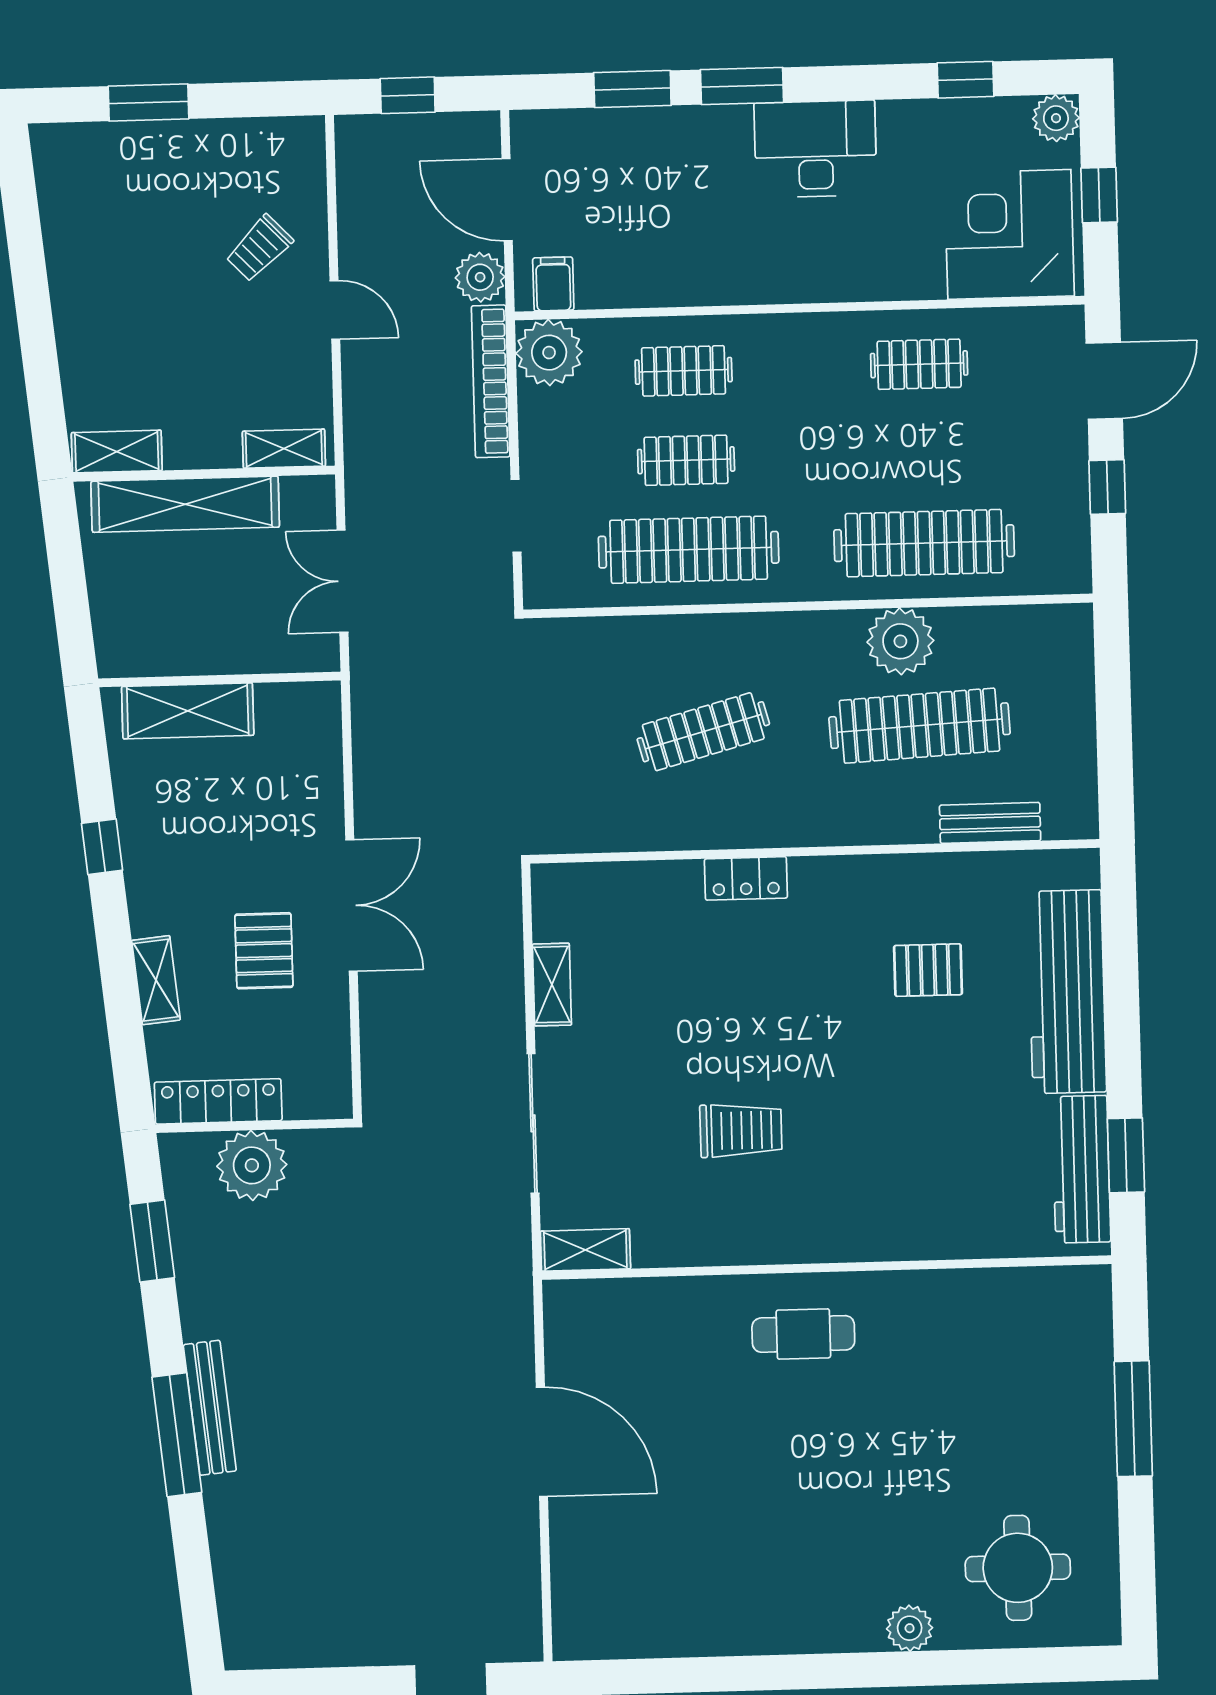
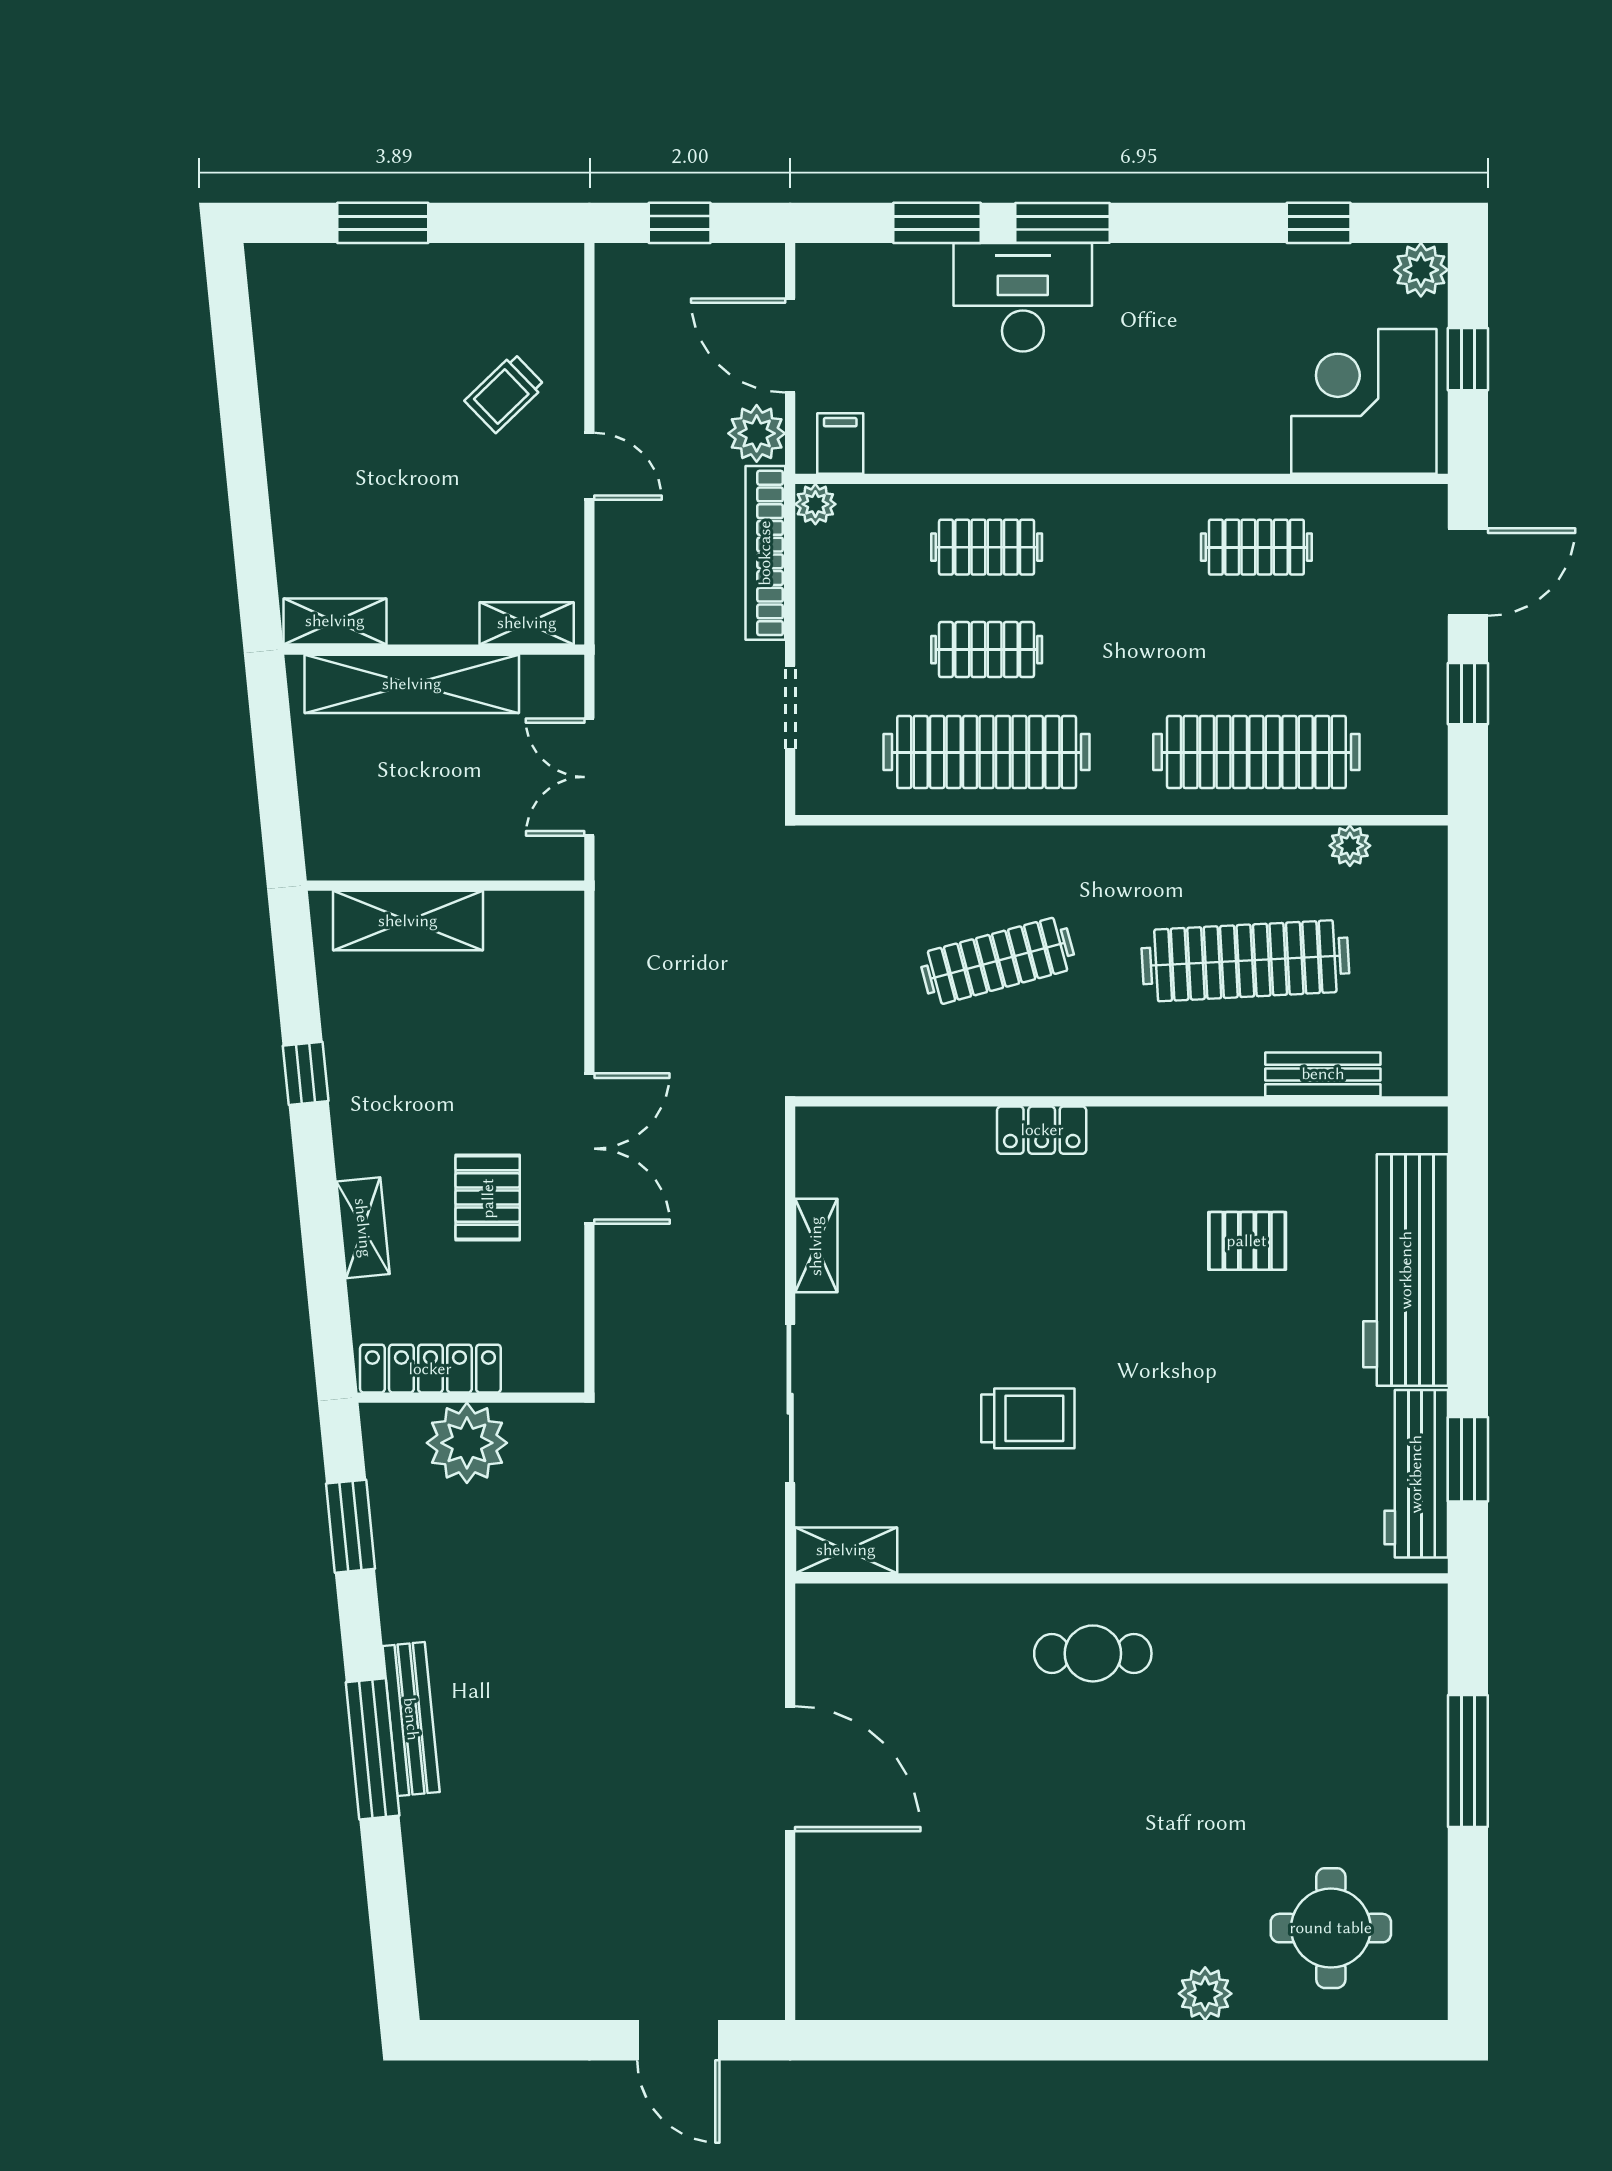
desk: (815, 149) -> (1023, 297), moved
plant: (549, 353) -> (815, 504), width x0.53, depth x0.53
plant: (900, 641) -> (1350, 846), moved, width x0.53, depth x0.53

